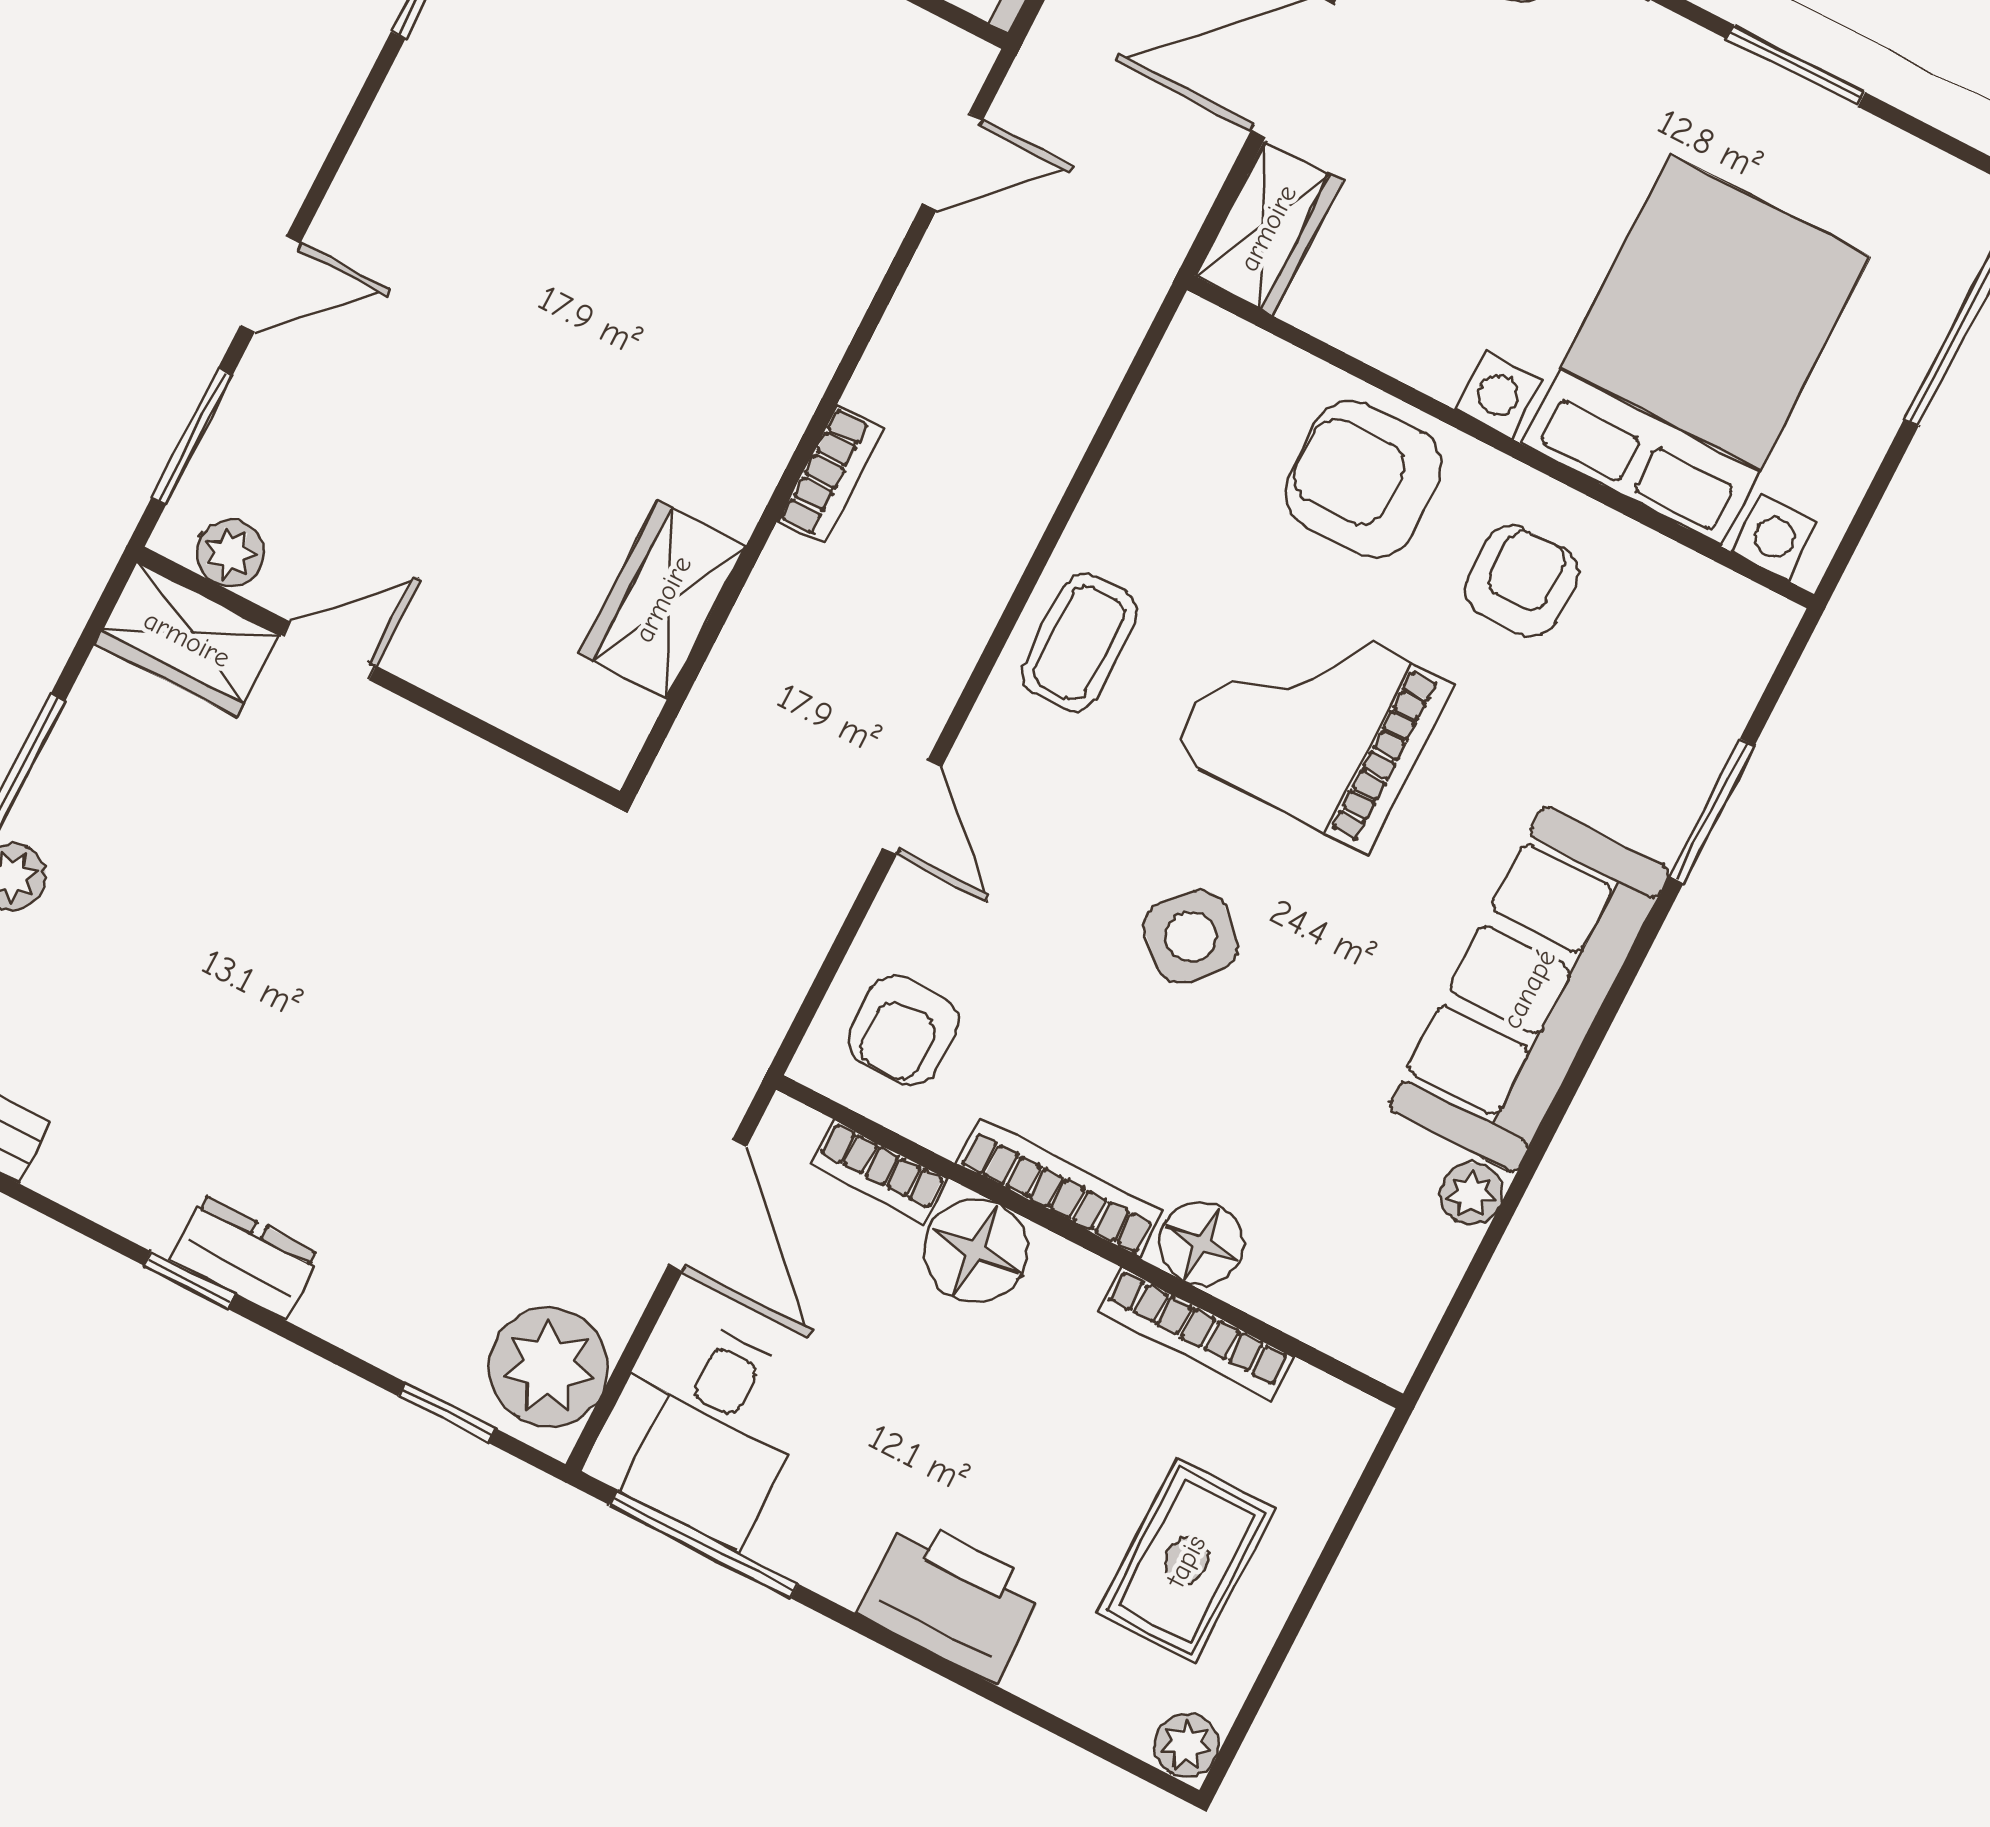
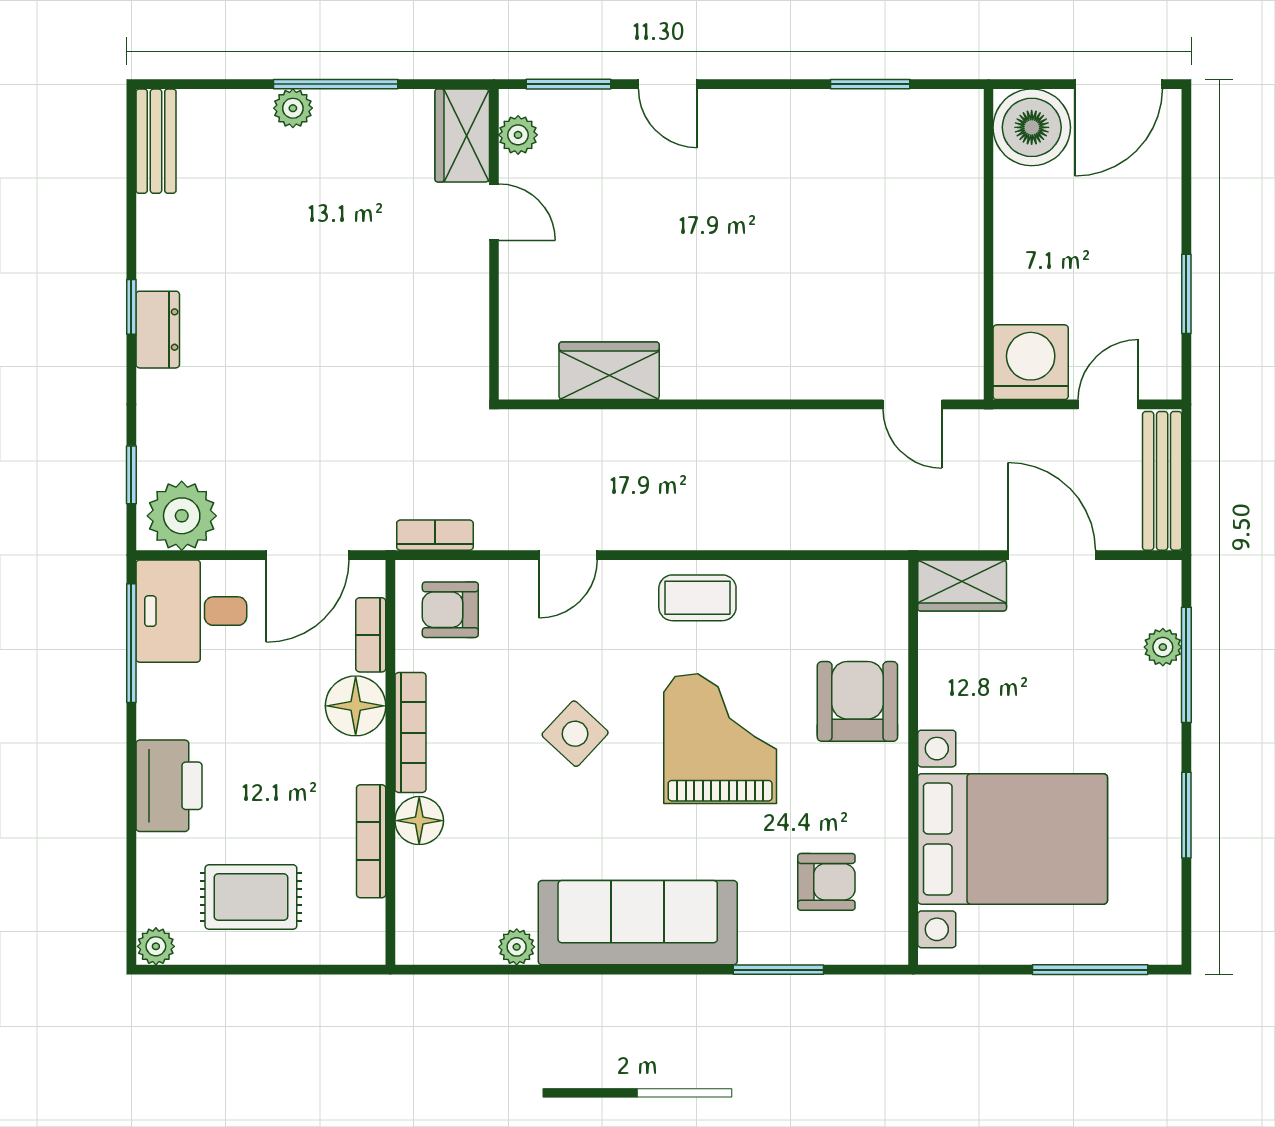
bookcase: (830, 474) -> (435, 535), moved, turned 180
armchair: (1522, 581) -> (826, 882), moved

